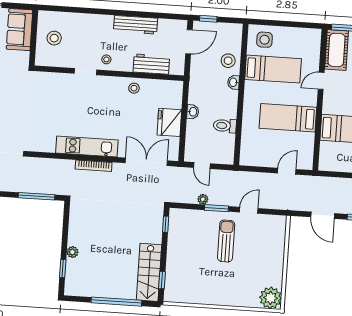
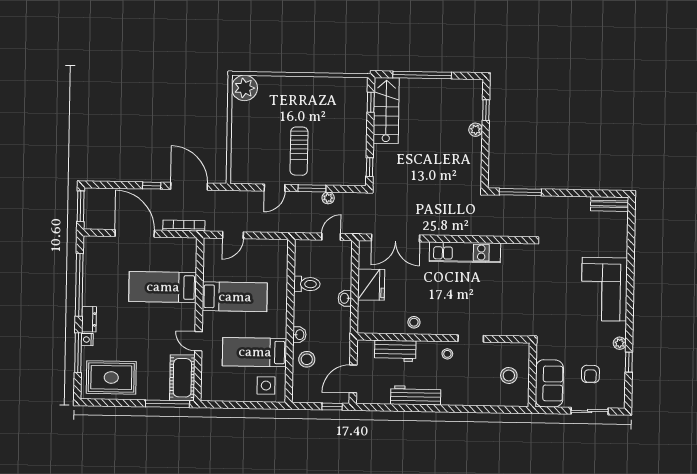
door: (321, 81) -> (198, 341), swing flipped
bookcase: (94, 166) -> (184, 226), moved
door: (202, 166) -> (331, 237), hinge flipped
door: (323, 215) -> (189, 186), width x1.36

